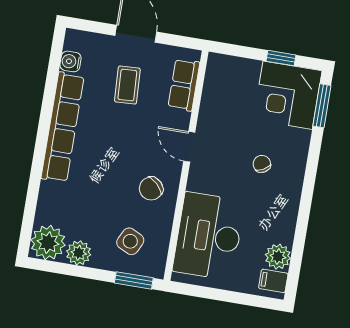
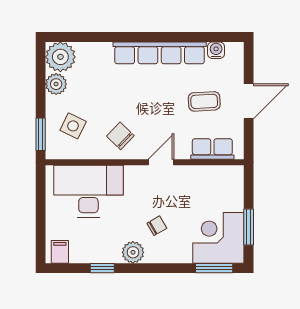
window: (281, 58) -> (249, 227), width x1.50
window: (300, 235) -> (102, 268), added
plant: (278, 257) -> (133, 252), moved

